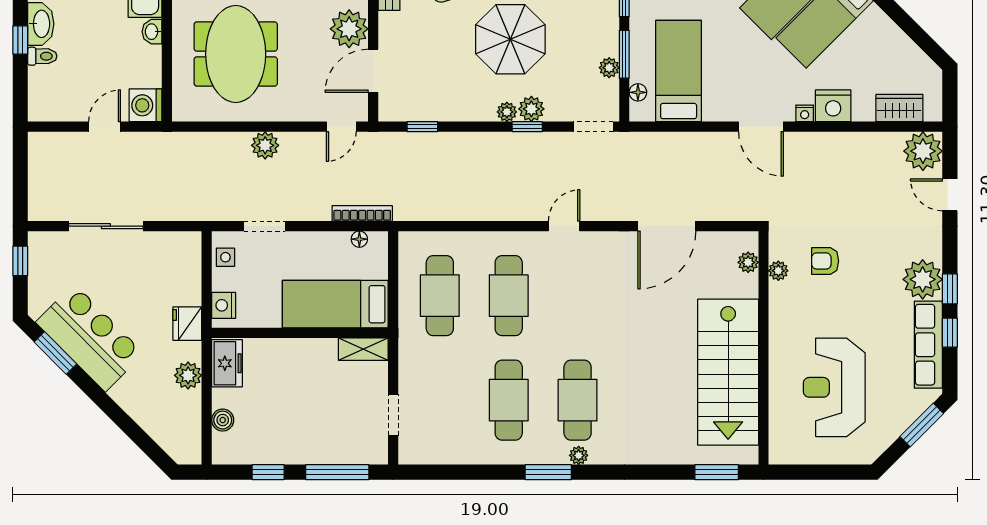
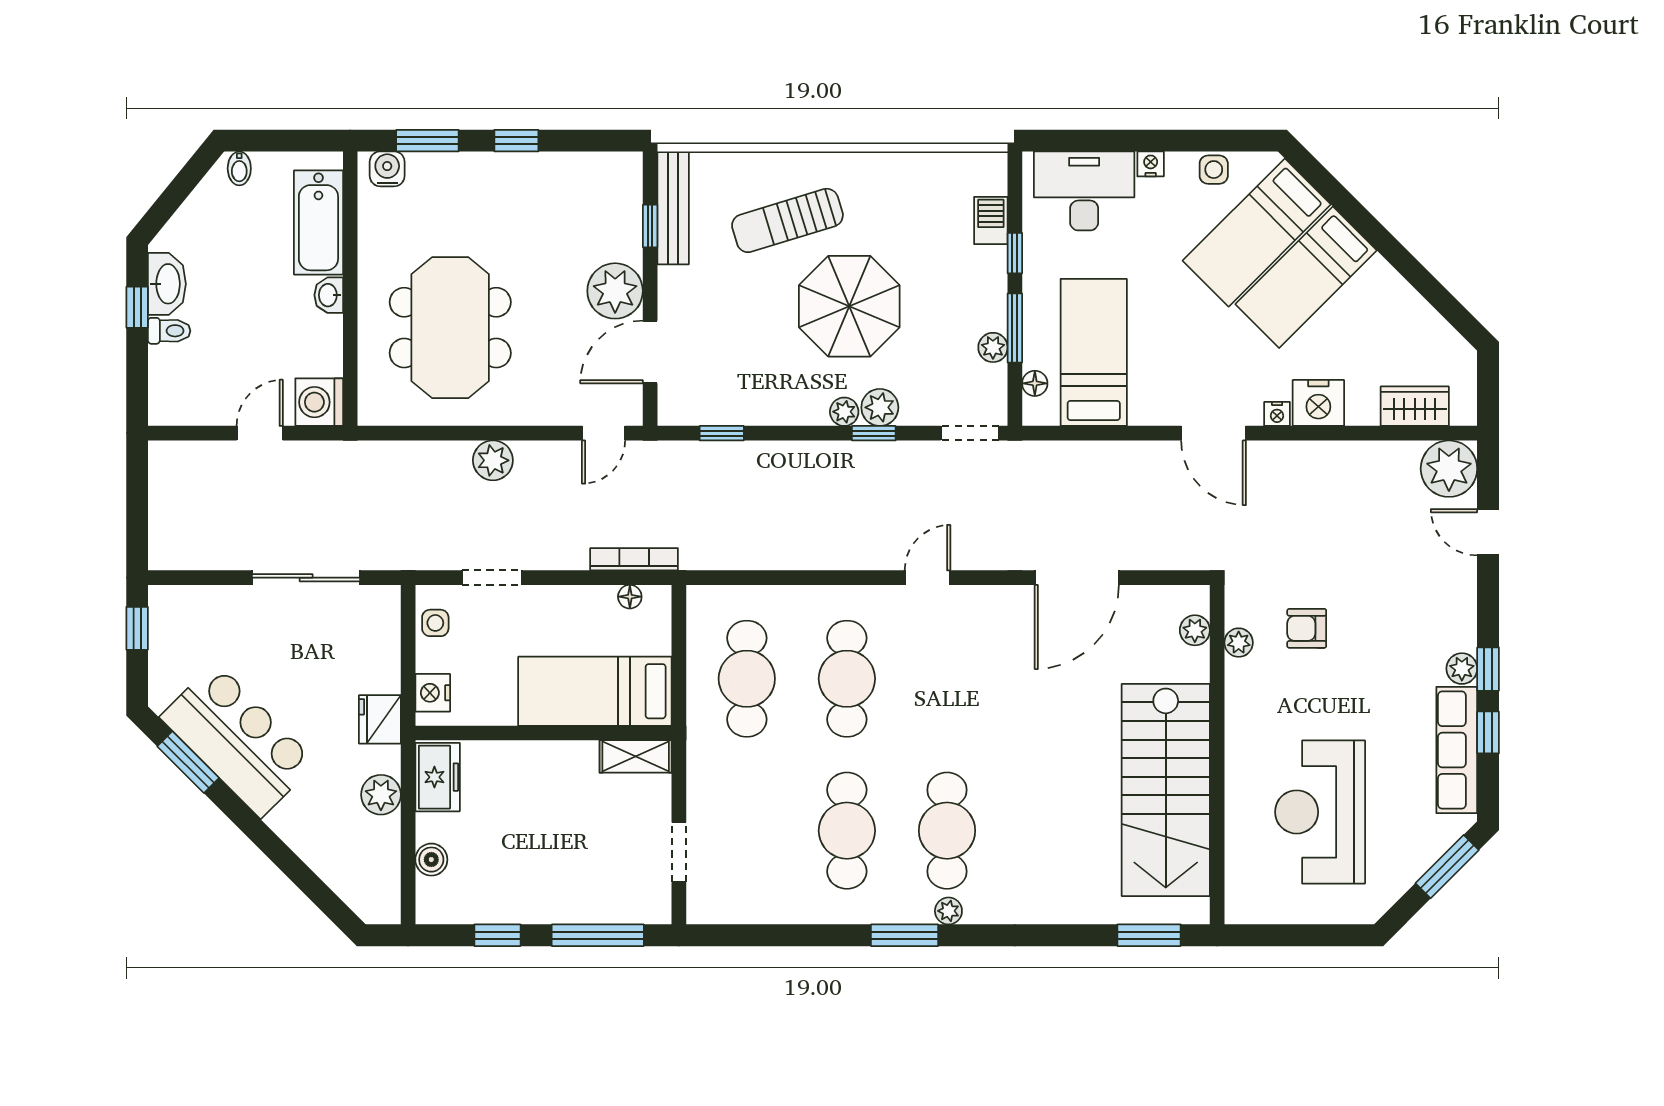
sliding door: (106, 226) -> (306, 578), moved
plant: (923, 279) -> (1462, 669), width x0.53, depth x0.53

